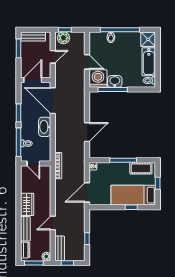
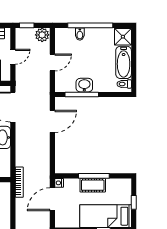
plant: (63, 38) -> (42, 35), moved
door: (87, 62) -> (52, 62), hinge flipped
washing machine: (98, 79) -> (65, 82), removed
door: (87, 132) -> (52, 121), moved
cot: (141, 168) -> (93, 185), moved
door: (87, 192) -> (52, 199), moved

